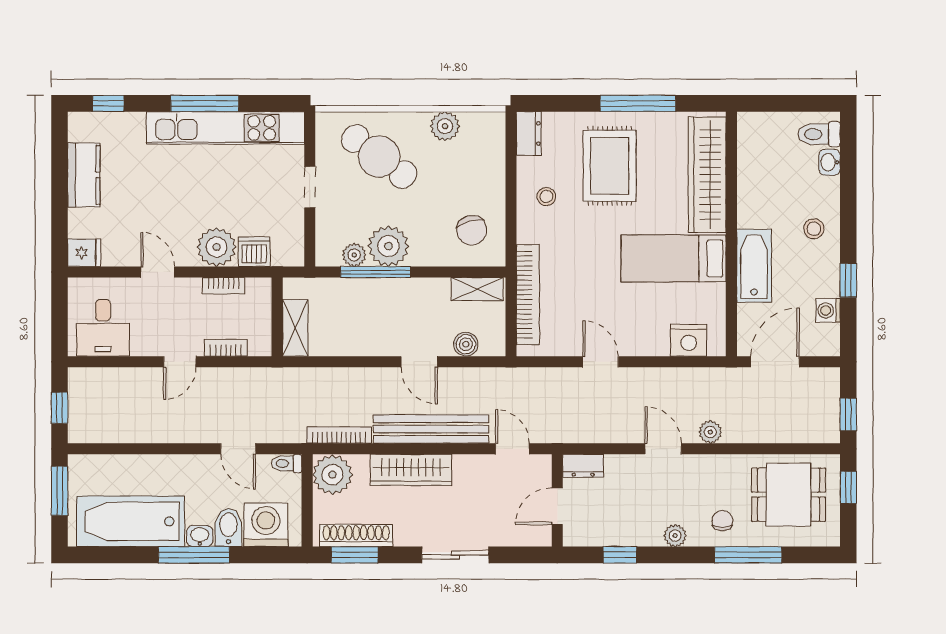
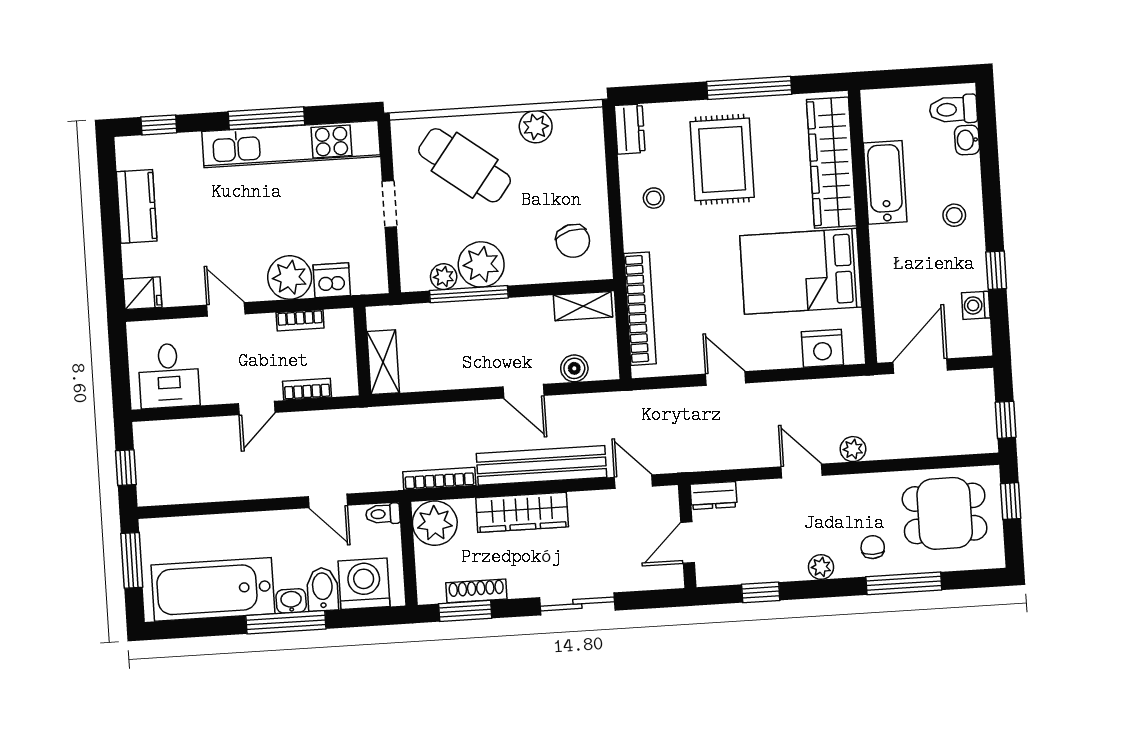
bed: (674, 258) -> (801, 271), width x1.50
bathtub: (754, 266) -> (885, 182), moved
shoe rack: (356, 535) -> (476, 591), width x0.74, depth x0.81

